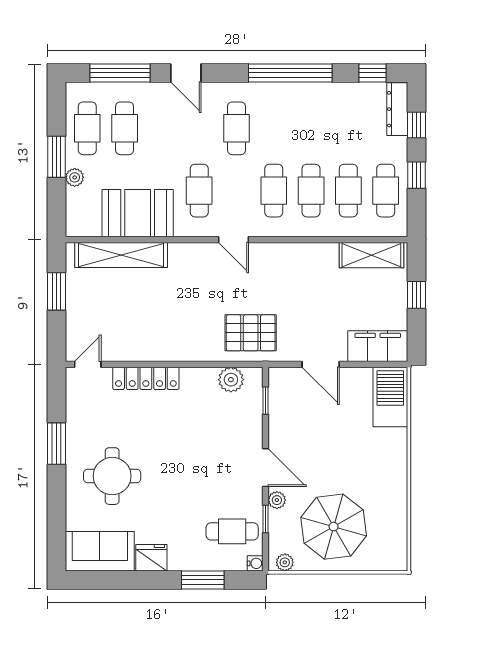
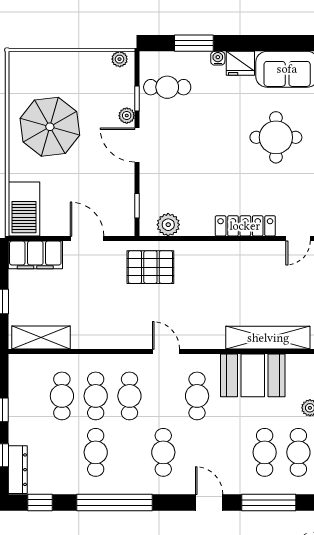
cafe table: (386, 191) -> (96, 452), moved
parasol: (334, 527) -> (50, 127), moved
water cooler: (255, 563) -> (218, 58), moved, turned 90

